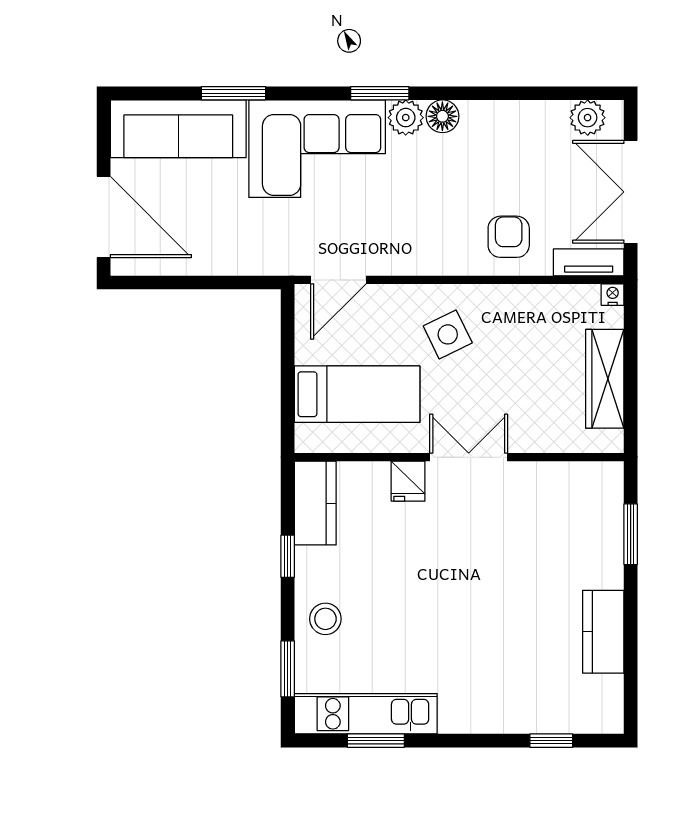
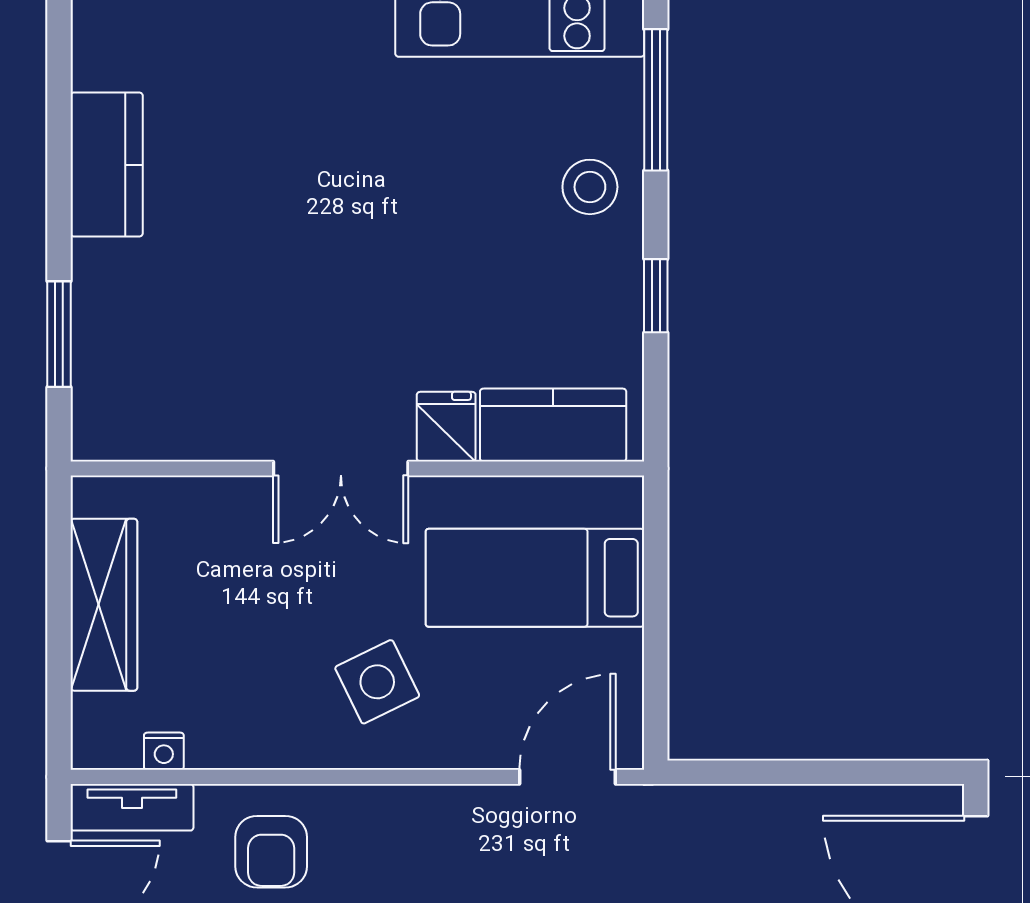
nightstand: (613, 295) -> (164, 751), moved
kitchen counter: (315, 503) -> (553, 425), moved, turned 90
window: (288, 669) -> (656, 100), width x1.44

